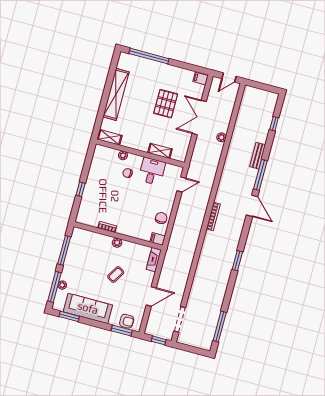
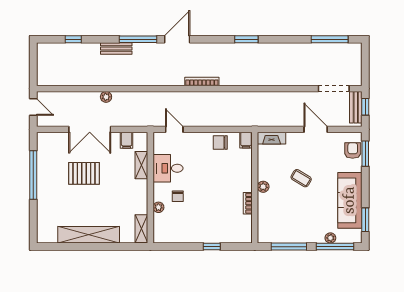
window: (149, 56) -> (33, 175), moved
filing cabinet: (201, 79) -> (127, 140), moved
bench: (160, 333) -> (356, 107), added

